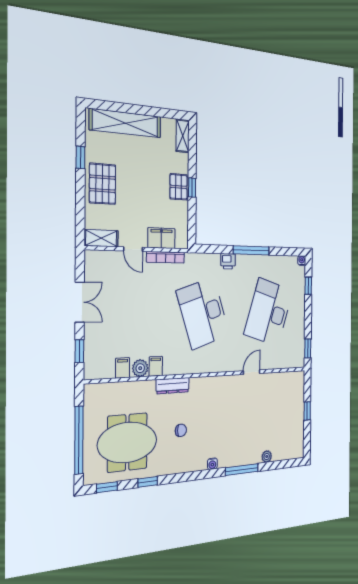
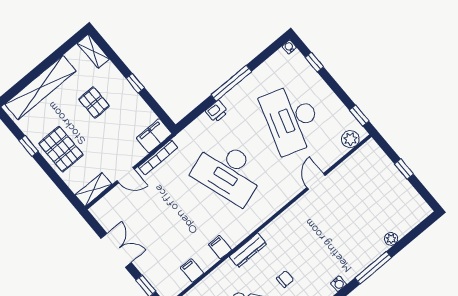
pallet: (179, 187) -> (94, 103), moved
filing cabinet: (161, 238) -> (154, 136), moved
plant: (140, 368) -> (350, 139), moved

